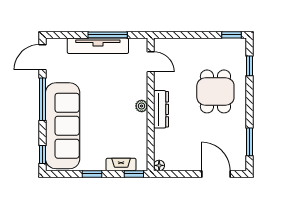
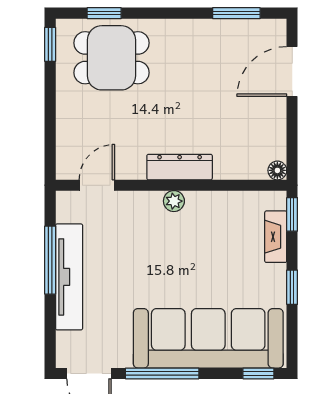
dining table: (215, 91) -> (111, 58), moved

